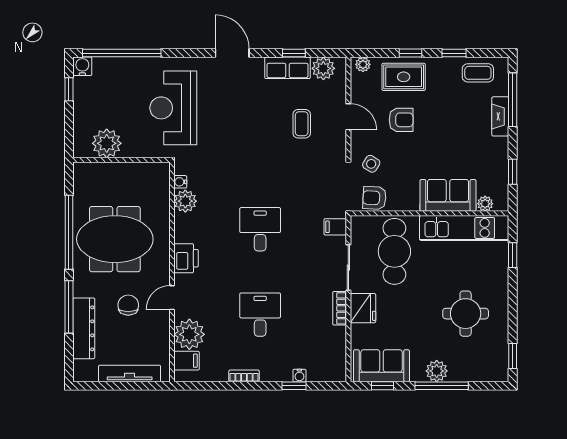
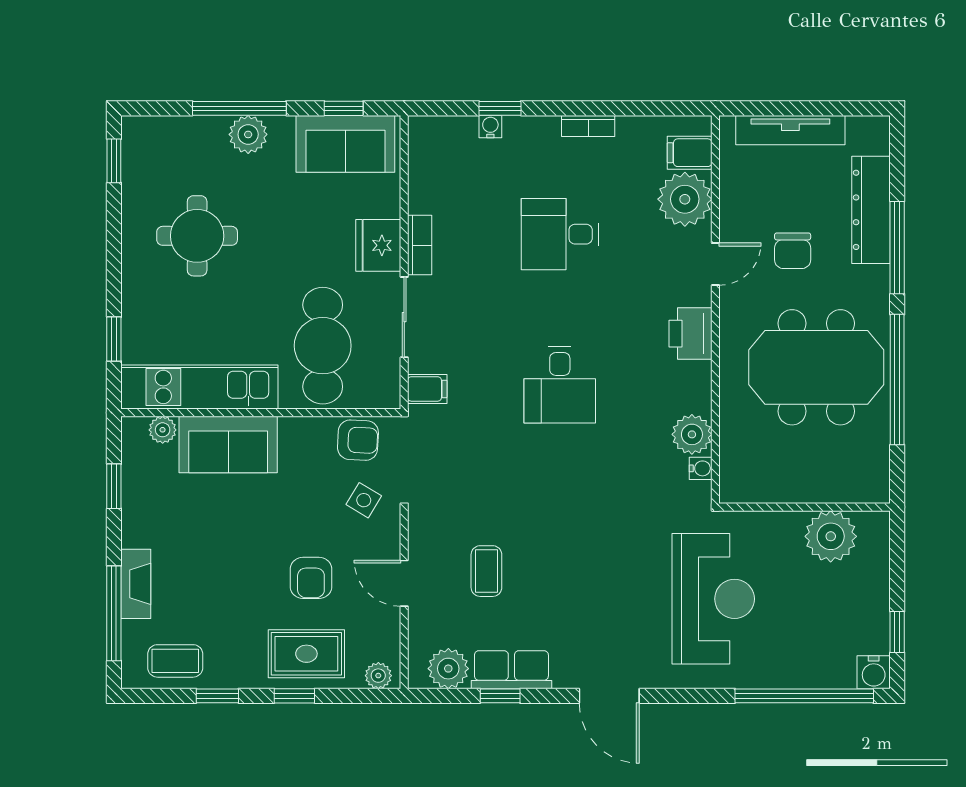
armchair: (401, 120) -> (311, 578), turned -90
desk: (260, 315) -> (560, 234), turned 90

